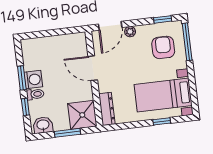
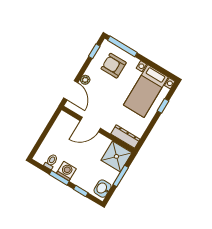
toilet: (35, 94) -> (51, 162), moved

